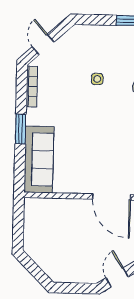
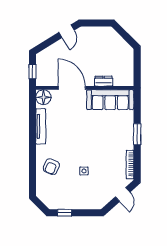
sofa: (39, 159) -> (110, 100), moved, turned -90
dresser: (66, 205) -> (104, 81), added

